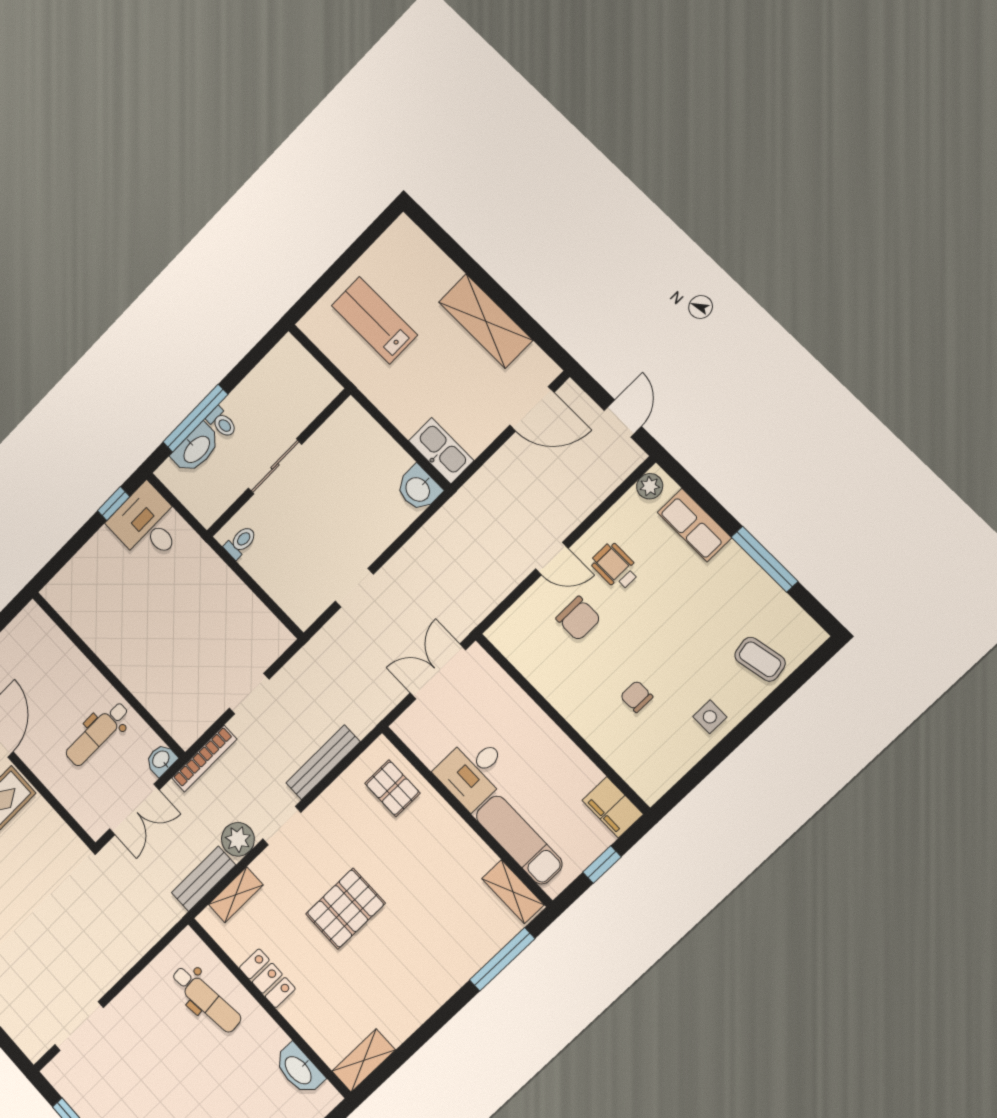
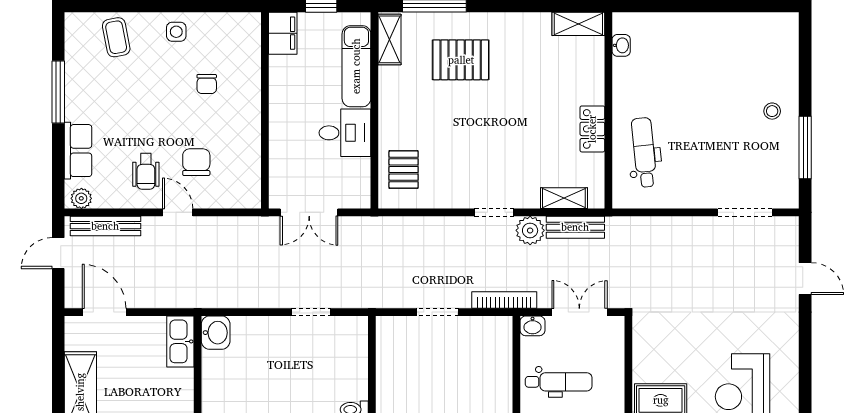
bench: (323, 762) -> (105, 226), moved
pallet: (345, 909) -> (461, 60), moved
washbasin: (299, 1070) -> (621, 45), width x0.52, depth x0.69

